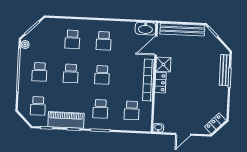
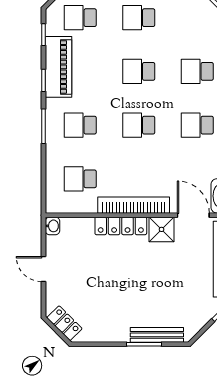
locker: (160, 83) -> (121, 226), width x1.53

